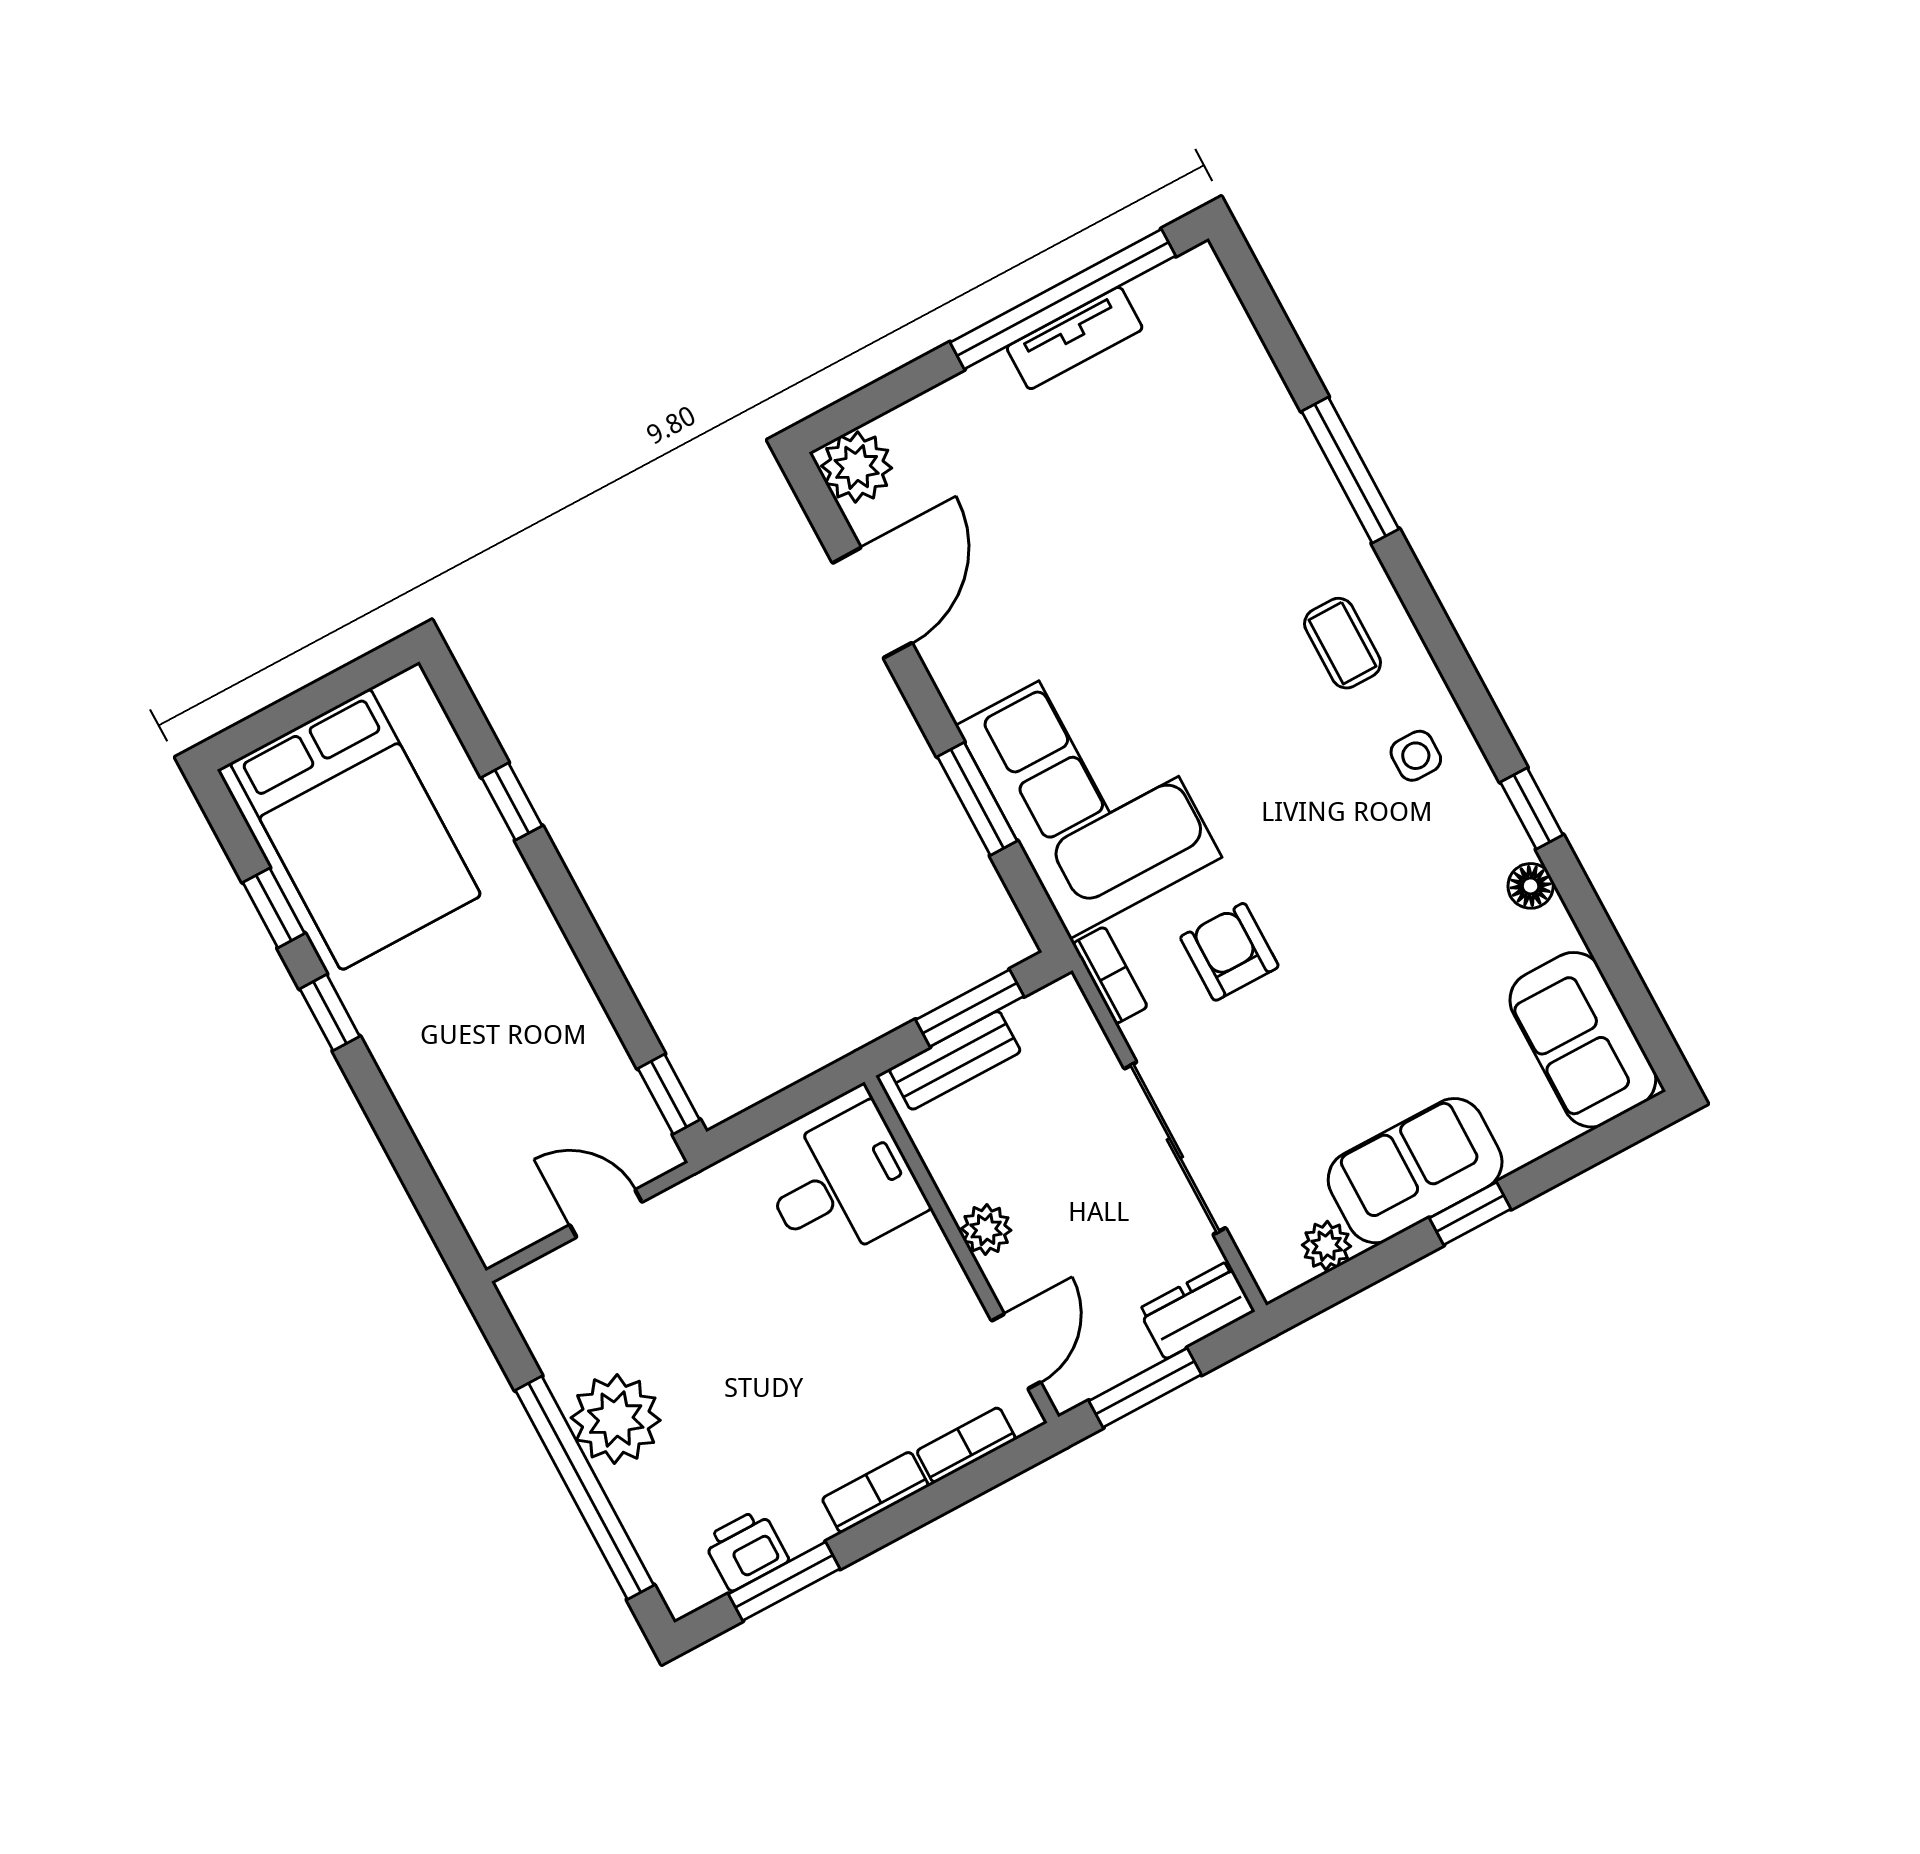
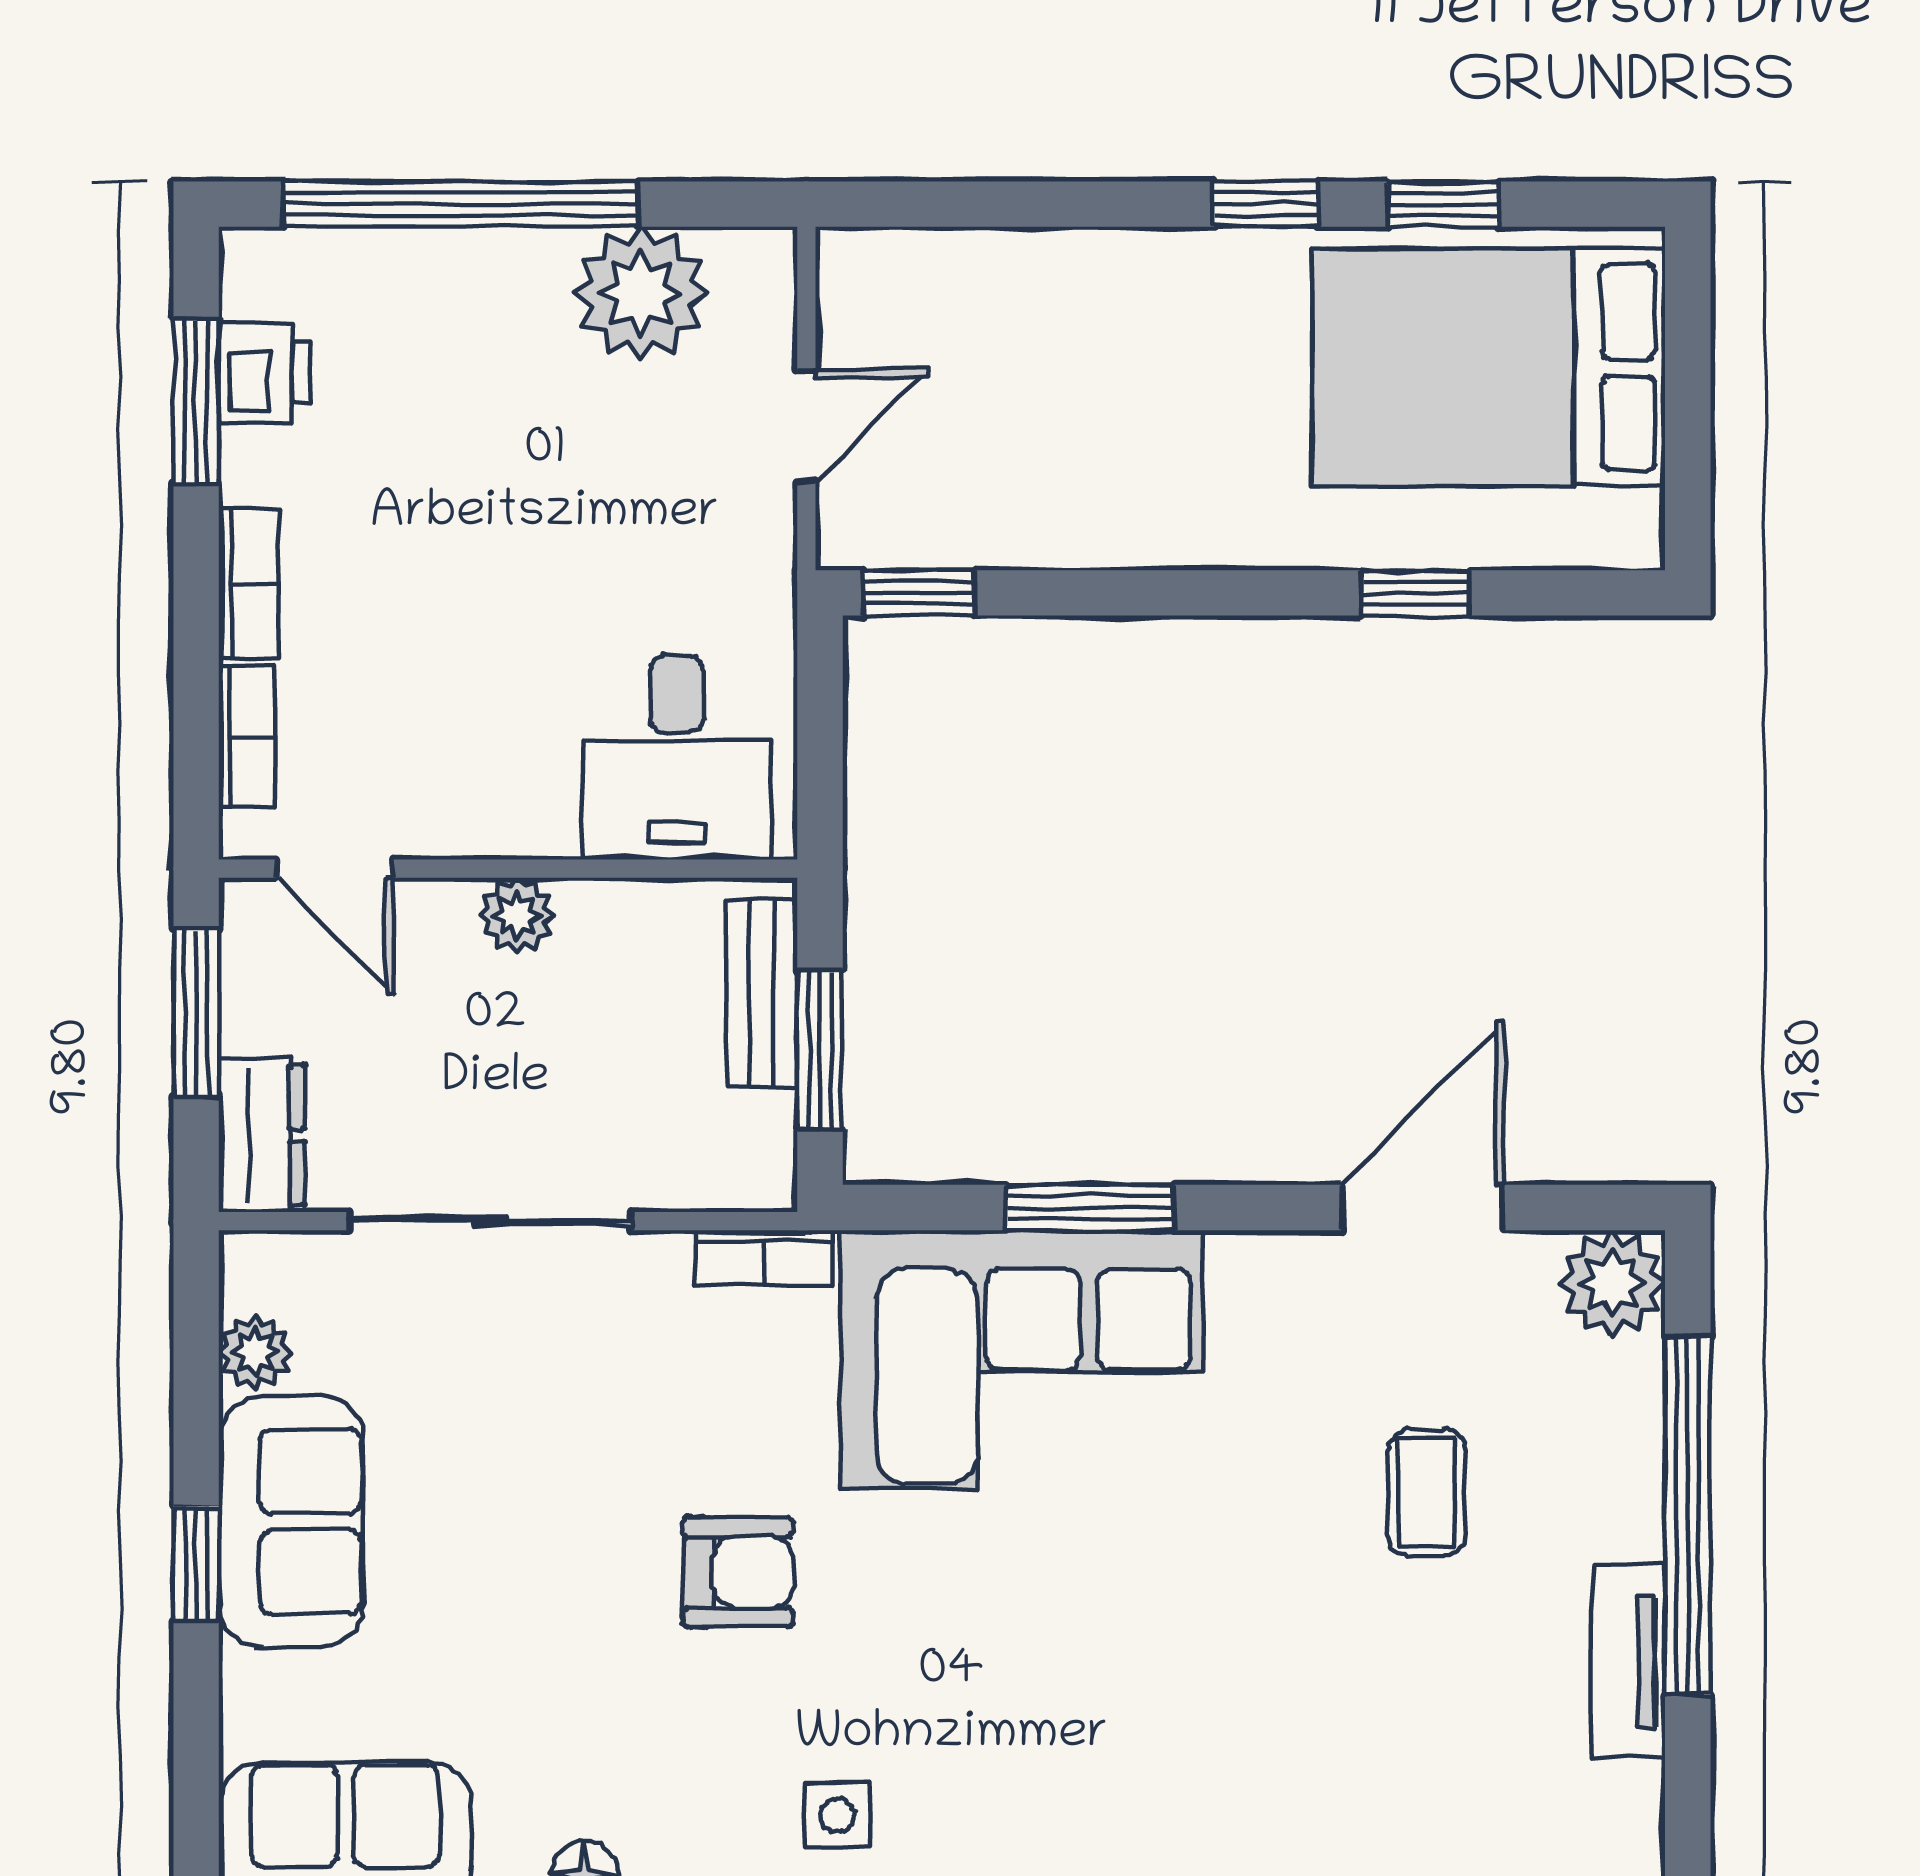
window: (1063, 299) -> (1688, 1516), moved
door: (872, 603) -> (1422, 1208), swing flipped
coffee table: (1343, 643) -> (1427, 1492), moved, turned 90
armchair: (1229, 952) -> (738, 1572), moved
plant: (616, 1419) -> (641, 294), moved

